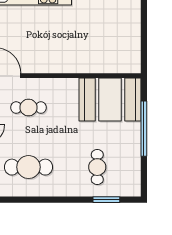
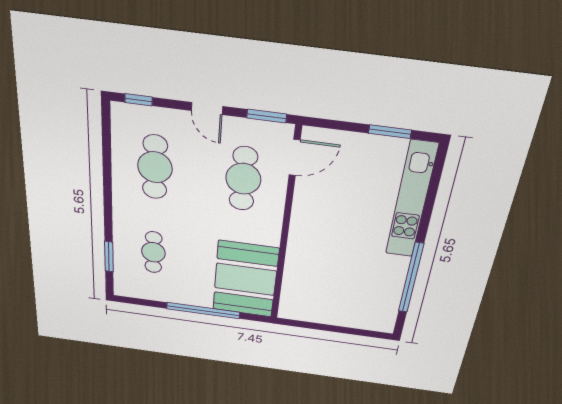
cafe table: (29, 108) -> (243, 179), width x1.37, depth x1.35
cafe table: (97, 167) -> (153, 252), turned 90

